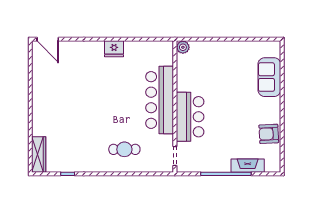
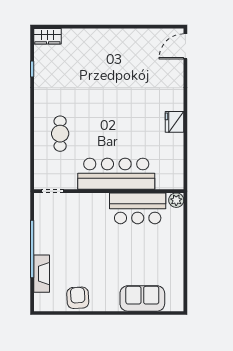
bar counter: (190, 117) -> (138, 208), moved
wardrobe: (39, 154) -> (47, 36), width x0.67

